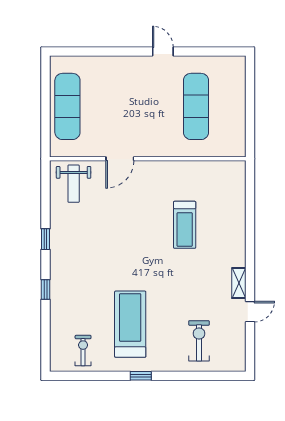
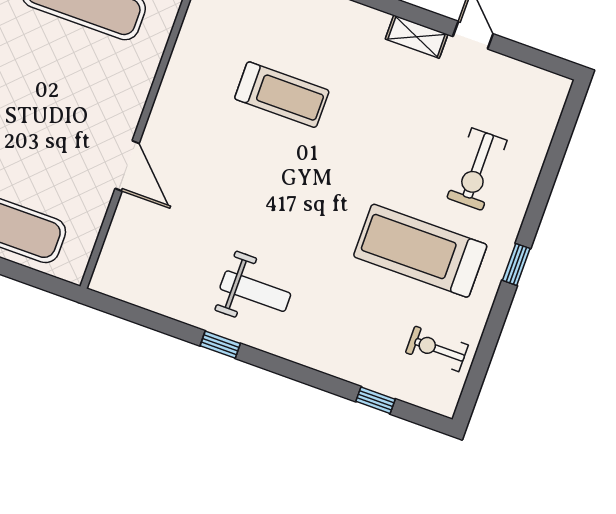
weight bench: (74, 184) -> (255, 291), moved
window: (46, 290) -> (376, 400), moved
exercise bike: (199, 341) -> (477, 169), moved, turned -90

